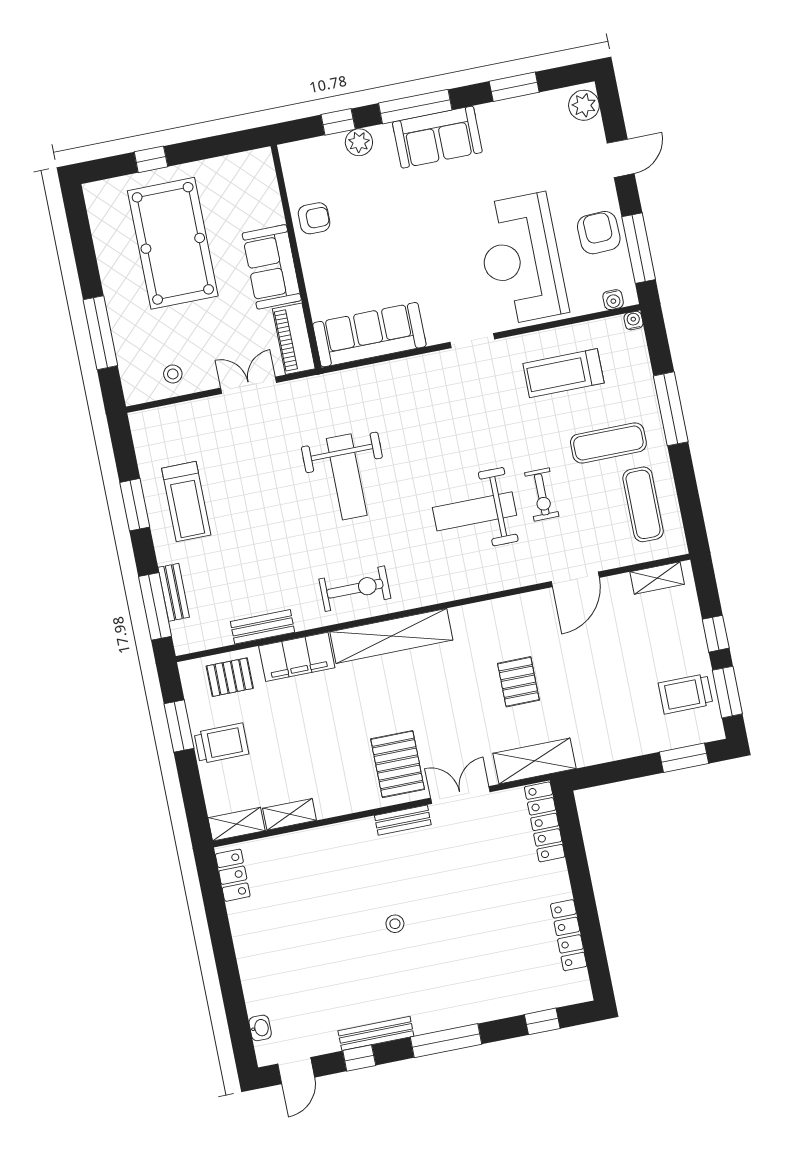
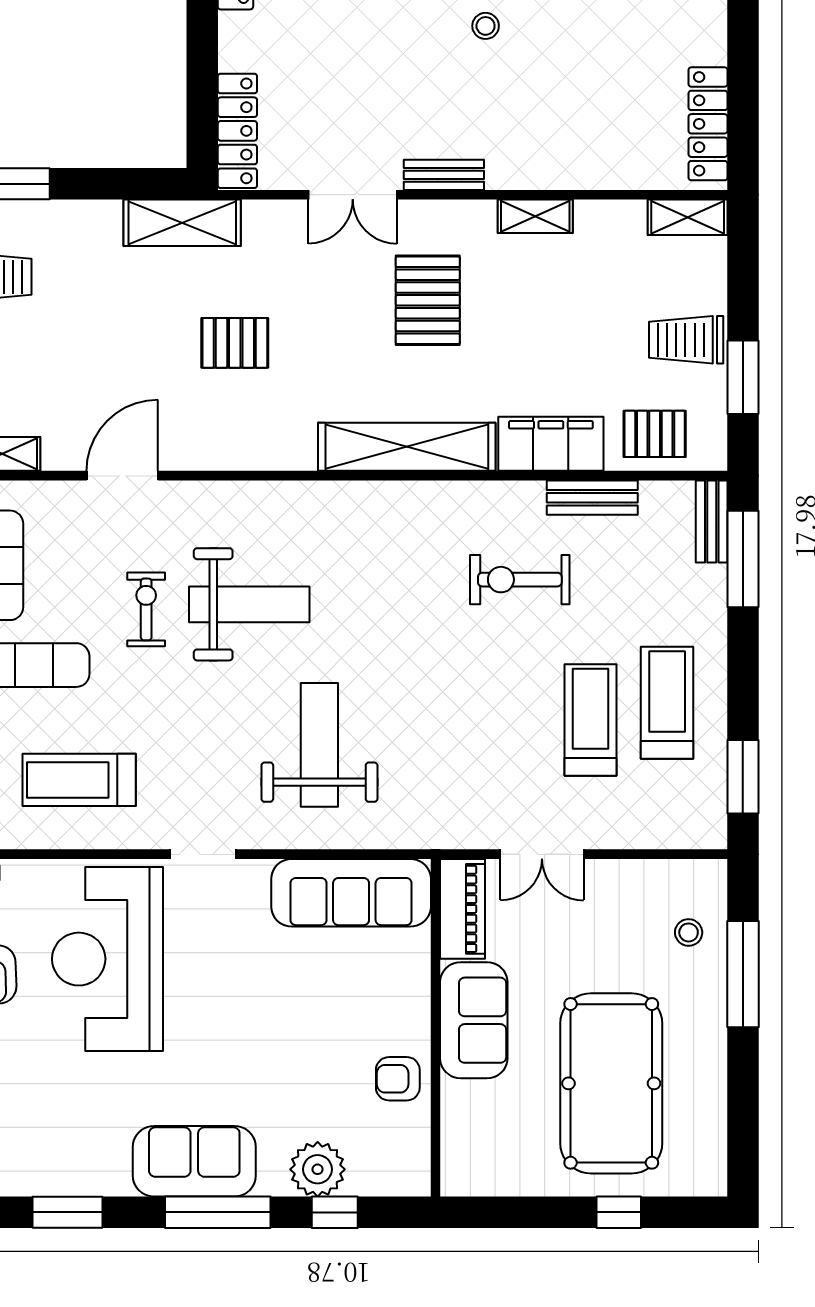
plant: (359, 142) -> (318, 1169), width x1.36, depth x1.36
reception desk: (521, 259) -> (108, 959), turned 180
treadmill: (563, 373) -> (79, 780), turned 180
stool: (173, 374) -> (689, 932), moved
weight bench: (347, 477) -> (319, 745), moved
treadmill: (234, 480) -> (591, 720), added
window: (135, 505) -> (743, 777), moved
exercise bike: (355, 589) -> (520, 580), moved
bench: (174, 592) -> (712, 521), moved
pallet: (518, 682) -> (235, 343), turned 90
shelving: (534, 761) -> (182, 223), moved
pallet: (398, 764) -> (428, 300), moved
shelving: (290, 814) -> (535, 216), moved
locker: (233, 875) -> (708, 124), width x1.53

